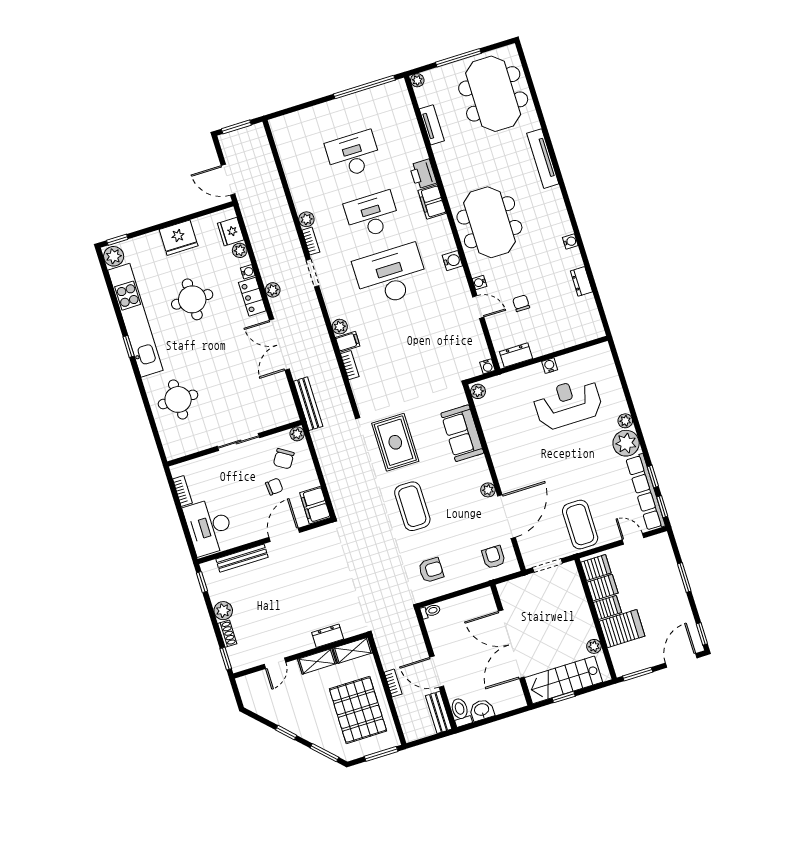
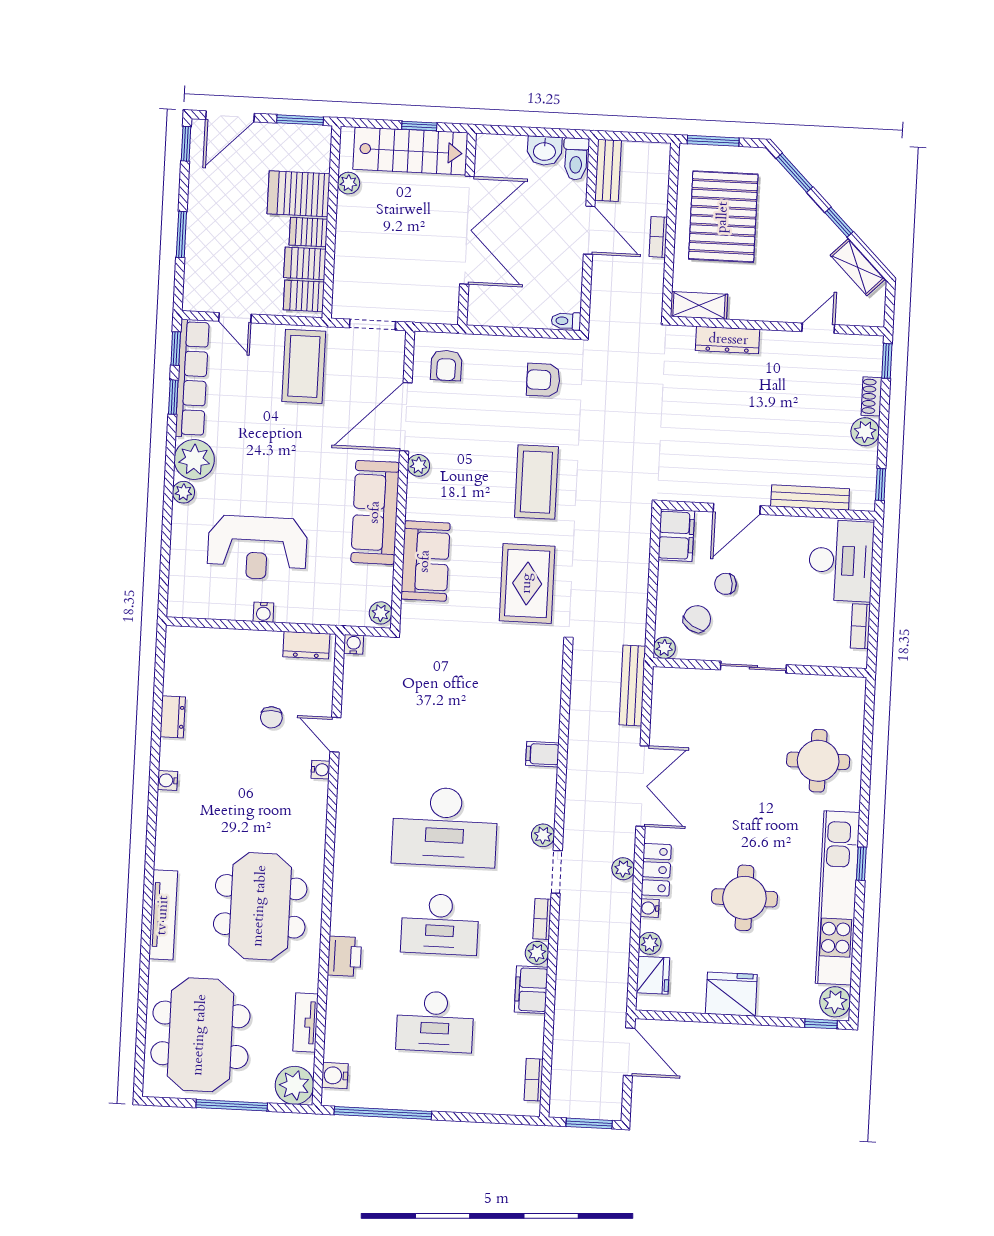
plant: (417, 80) -> (294, 1085), width x1.88, depth x1.88
filing cabinet: (432, 202) -> (531, 990), moved, turned 180
meeting table: (489, 222) -> (260, 906), moved
water cooler: (452, 261) -> (335, 1076), moved
plant: (340, 327) -> (543, 835), moved
bookcase: (350, 365) -> (534, 1080), moved
sofa: (504, 452) -> (375, 512), added
dresser: (328, 636) -> (728, 340), width x1.44
shelving: (317, 661) -> (858, 267), moved, turned 45

